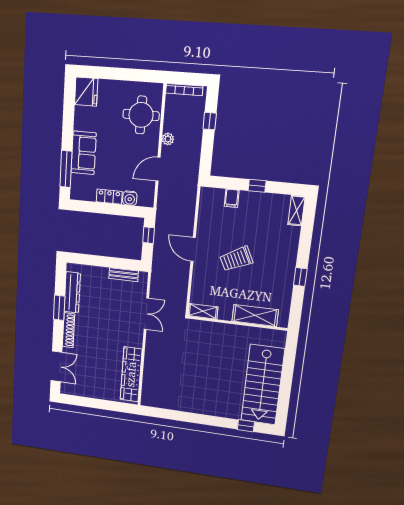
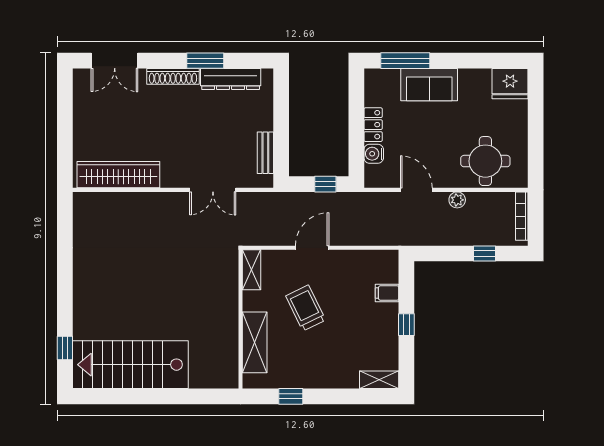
shelving: (203, 311) -> (252, 270), moved
shelving: (255, 316) -> (255, 342), moved
wall: (237, 323) -> (241, 319), moved

